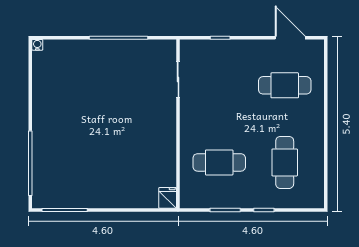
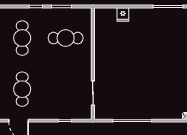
cafe table: (285, 85) -> (22, 89), turned 90
fridge: (168, 198) -> (123, 15), moved

